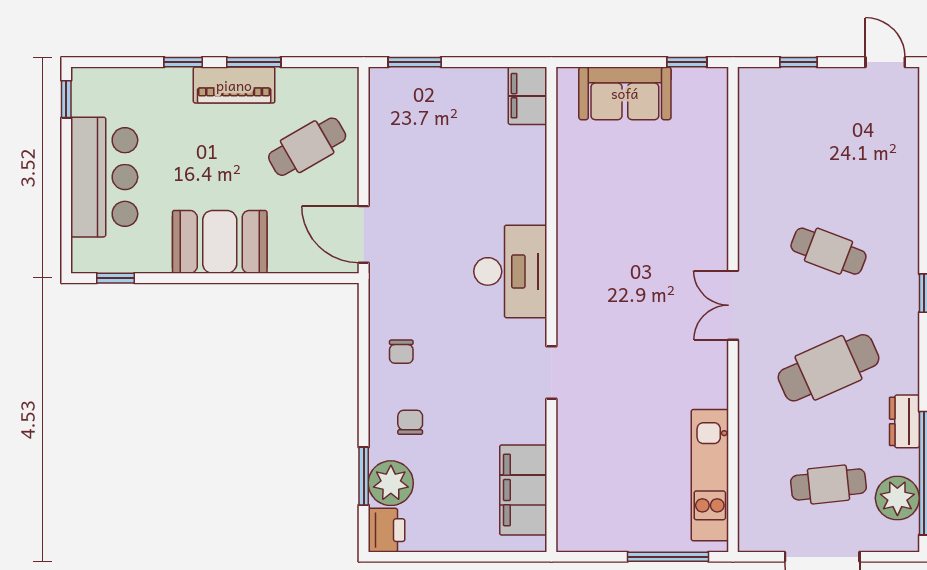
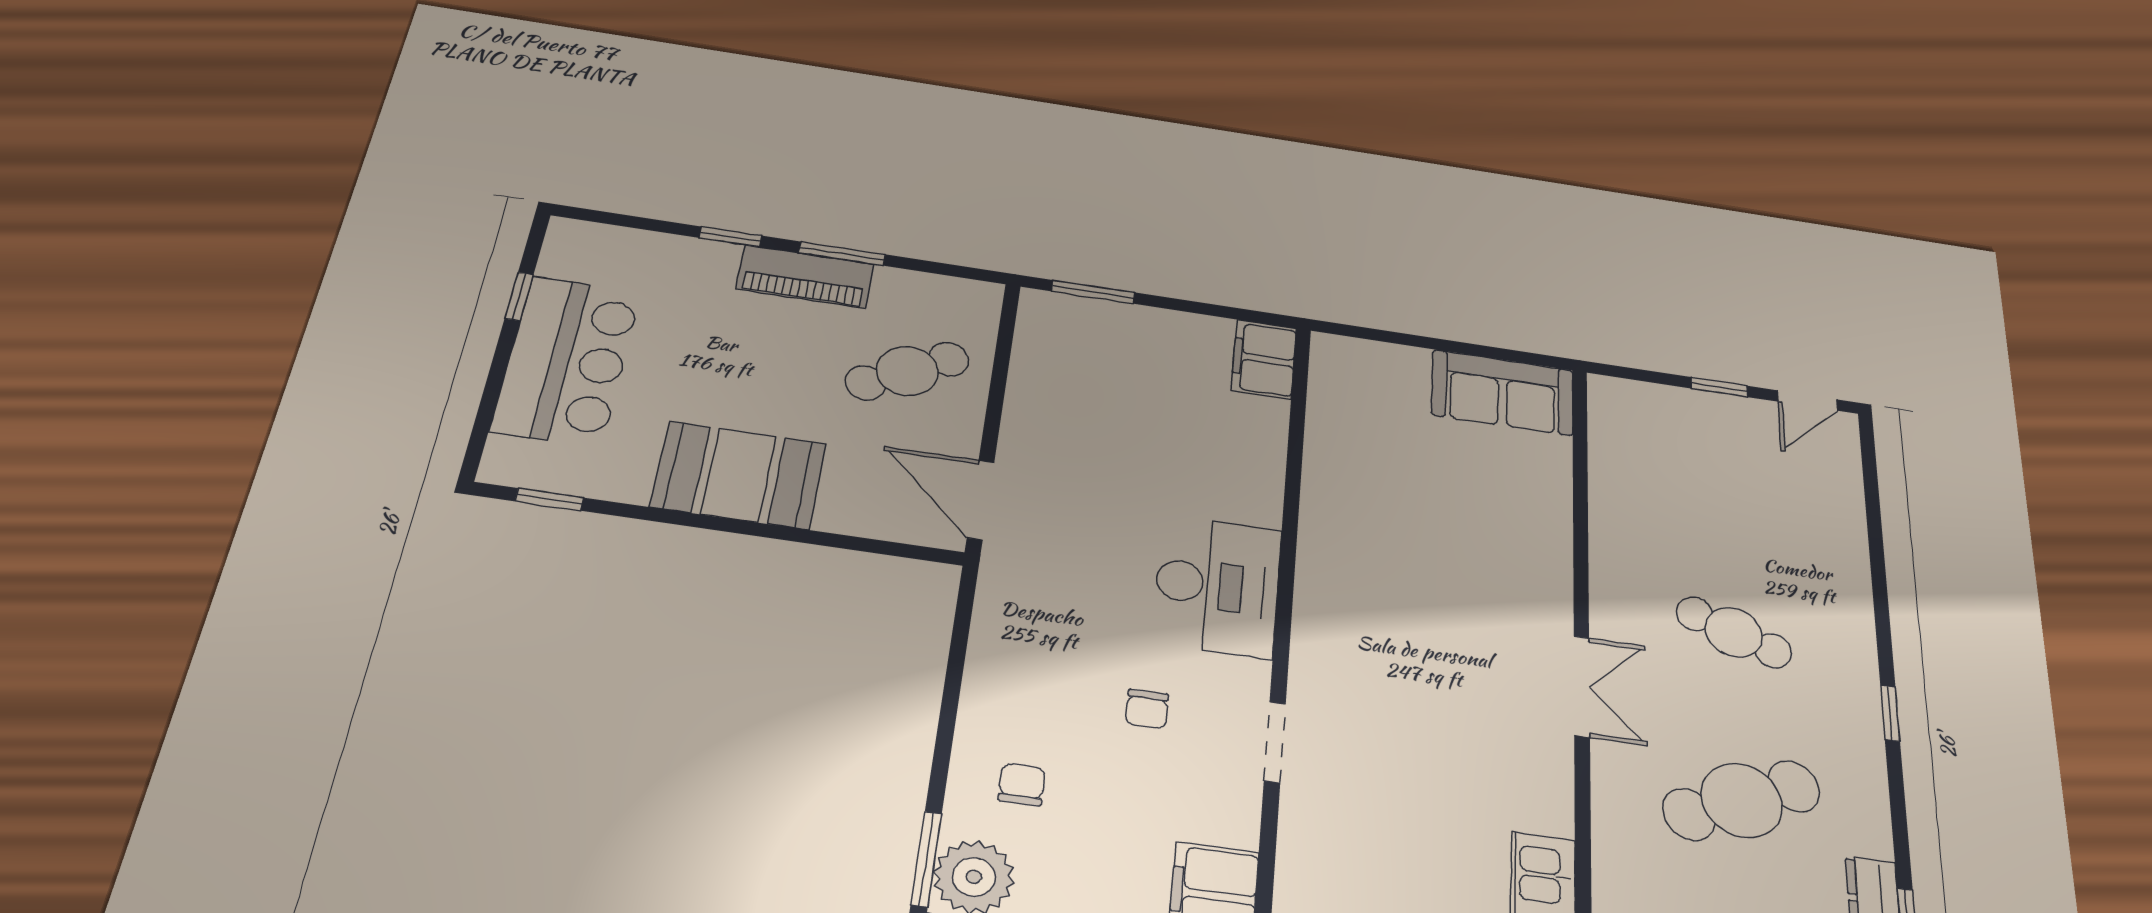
window: (687, 62) -> (1510, 355), removed
window: (798, 62) -> (1719, 387), moved
door: (885, 62) -> (1807, 401), swing flipped
sofa: (625, 93) -> (1503, 392), moved
window: (66, 99) -> (519, 296), moved
double door: (733, 305) -> (1582, 686), swing flipped
chair: (401, 352) -> (1147, 709), moved

